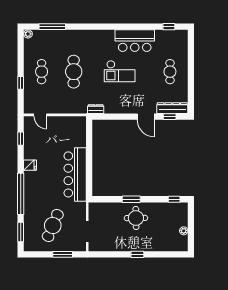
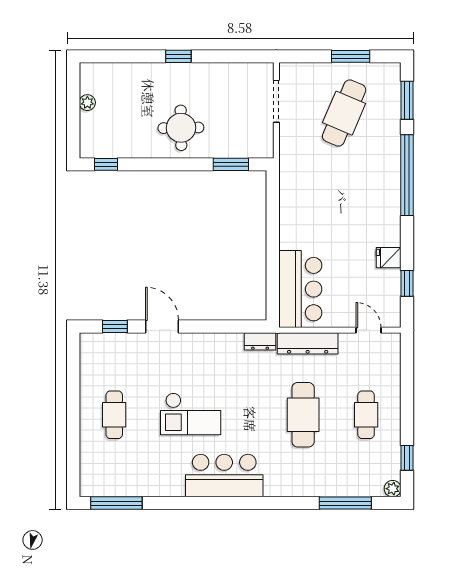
window: (169, 27) -> (116, 503), width x2.17
bar counter: (135, 41) -> (224, 476), moved
checkout: (120, 71) -> (191, 414), moved, turned 180
window: (21, 83) -> (407, 458), moved
dresser: (172, 108) -> (308, 343), moved
fridge: (30, 165) -> (389, 258), moved
bar counter: (75, 174) -> (300, 289), moved, width x0.73
window: (131, 199) -> (231, 164), moved
window: (63, 254) -> (351, 56), moved

